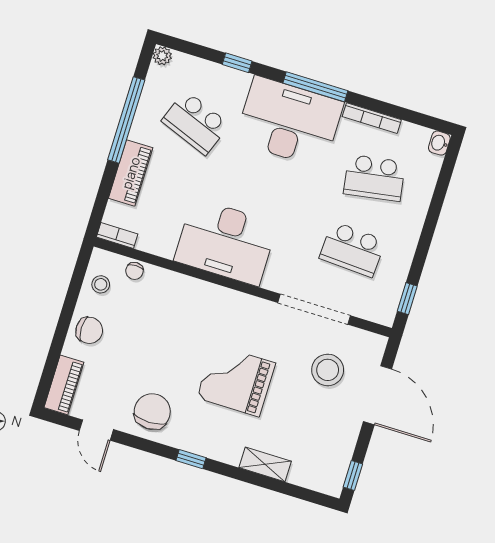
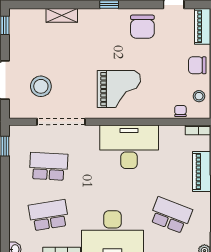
grand piano: (236, 380) -> (119, 89), moved

